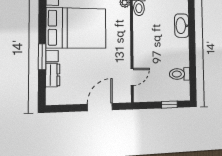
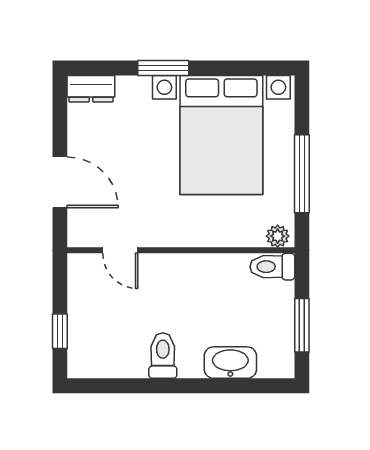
toilet: (180, 74) -> (163, 356), moved
dresser: (53, 75) -> (91, 89), moved

